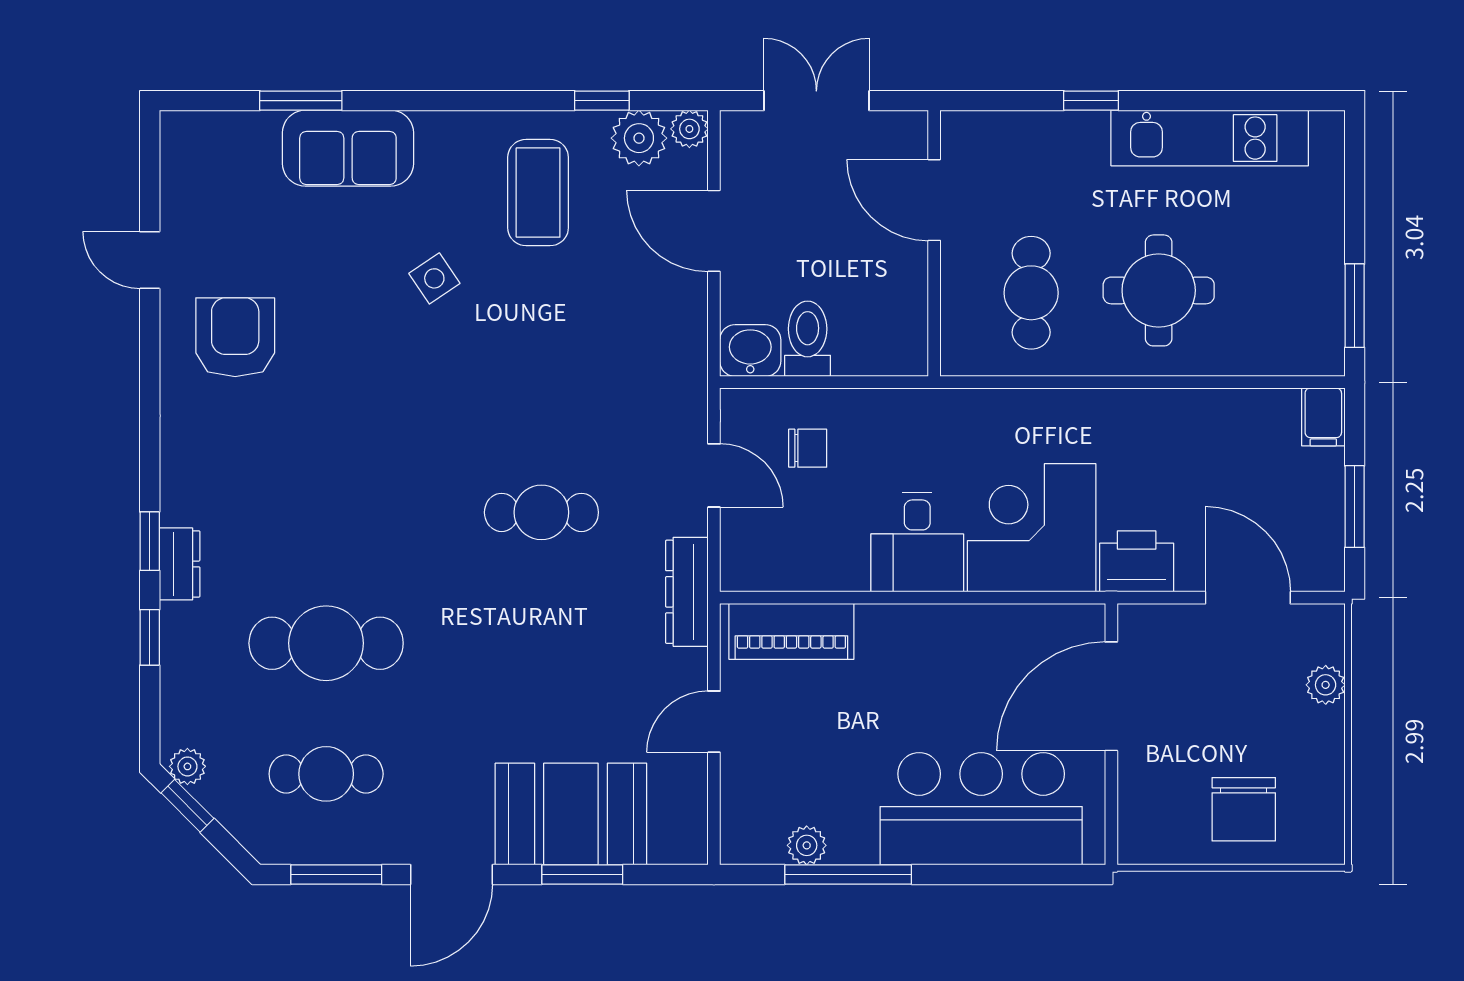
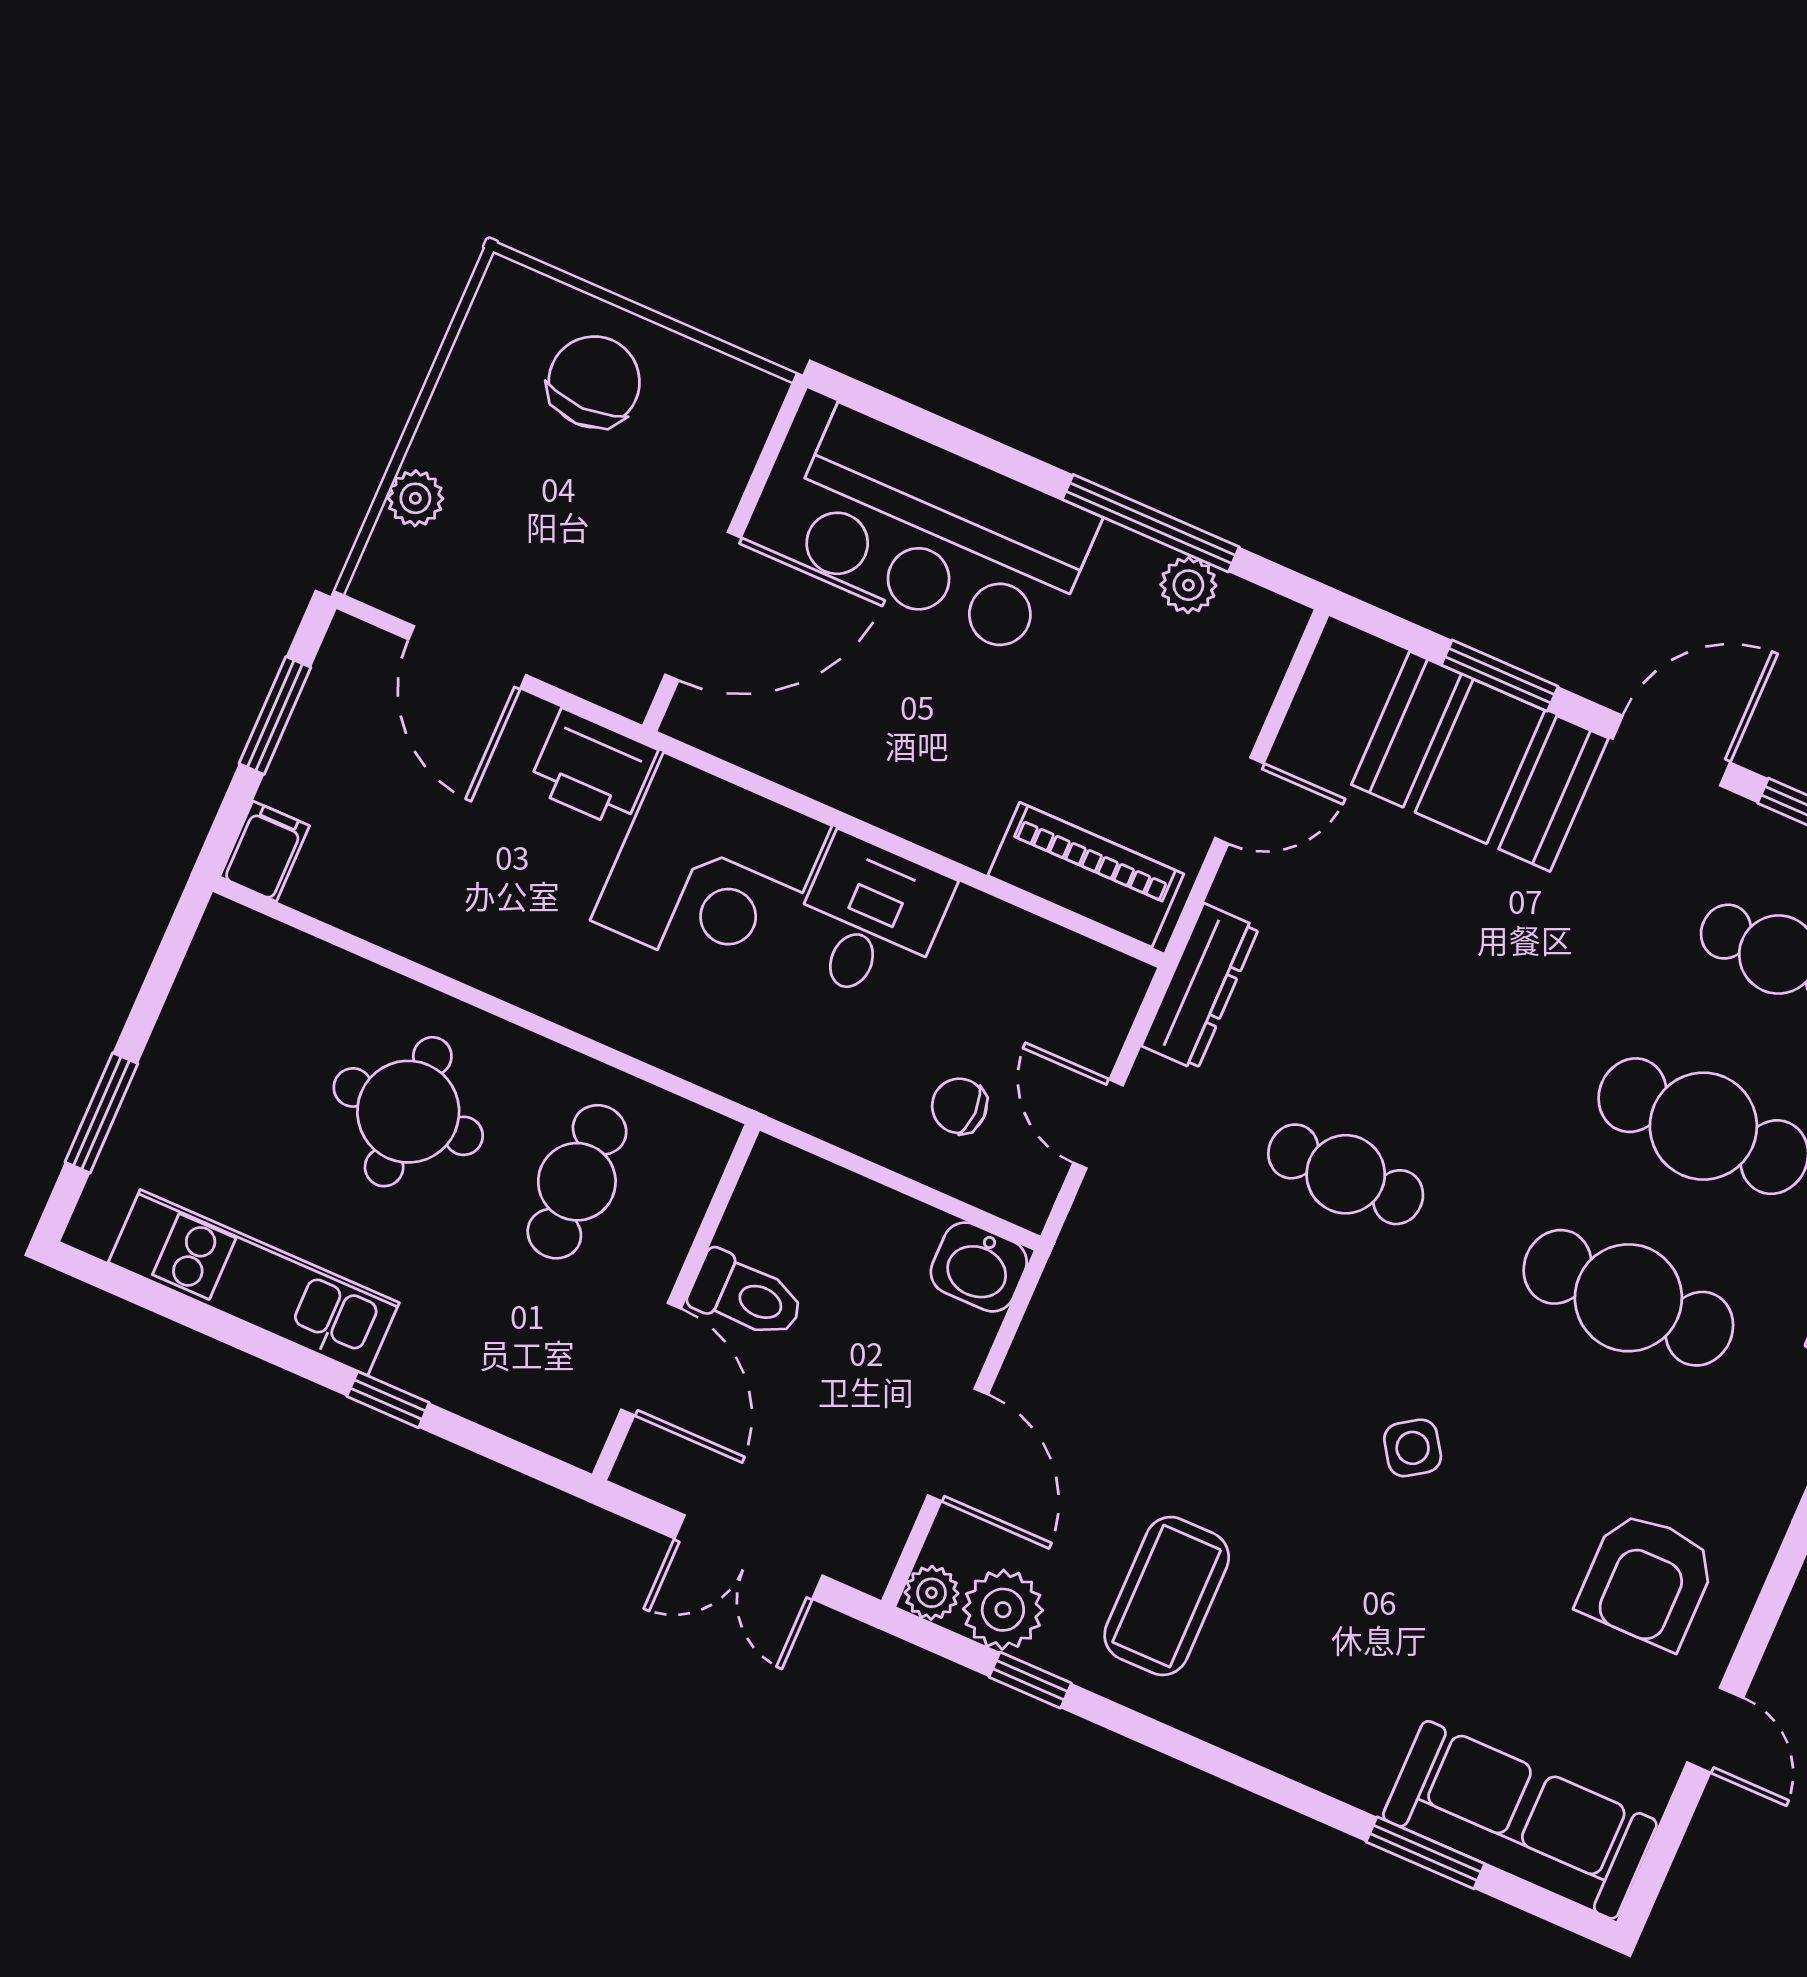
sofa: (348, 148) -> (1520, 1820), moved, width x1.36
side table: (434, 278) -> (1413, 1448), moved
window: (1355, 306) -> (101, 1113), moved
toilet: (808, 339) -> (747, 1296), moved, turned -90
cafe table: (326, 512) -> (1628, 1298), added

